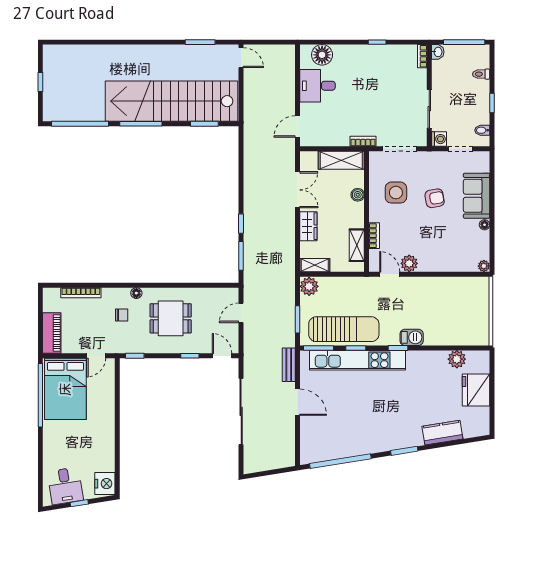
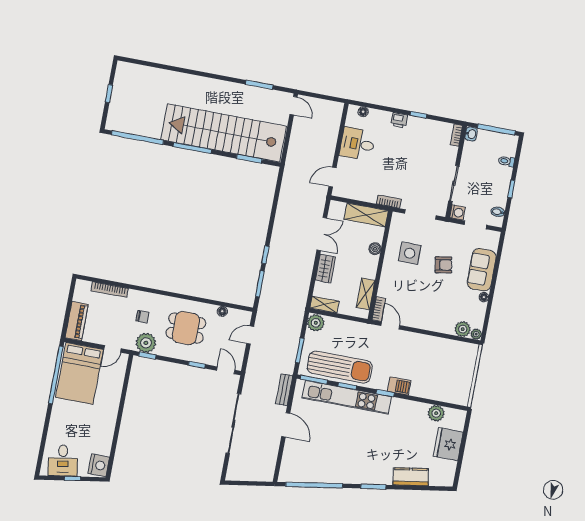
printer: (358, 52) -> (399, 120), added
floor lamp: (322, 55) -> (363, 112), width x0.53, depth x0.53
bookcase: (374, 236) -> (379, 309), moved
plant: (409, 263) -> (463, 329), moved
floor lamp: (136, 293) -> (222, 311), moved
plant: (131, 342) -> (146, 343), added

